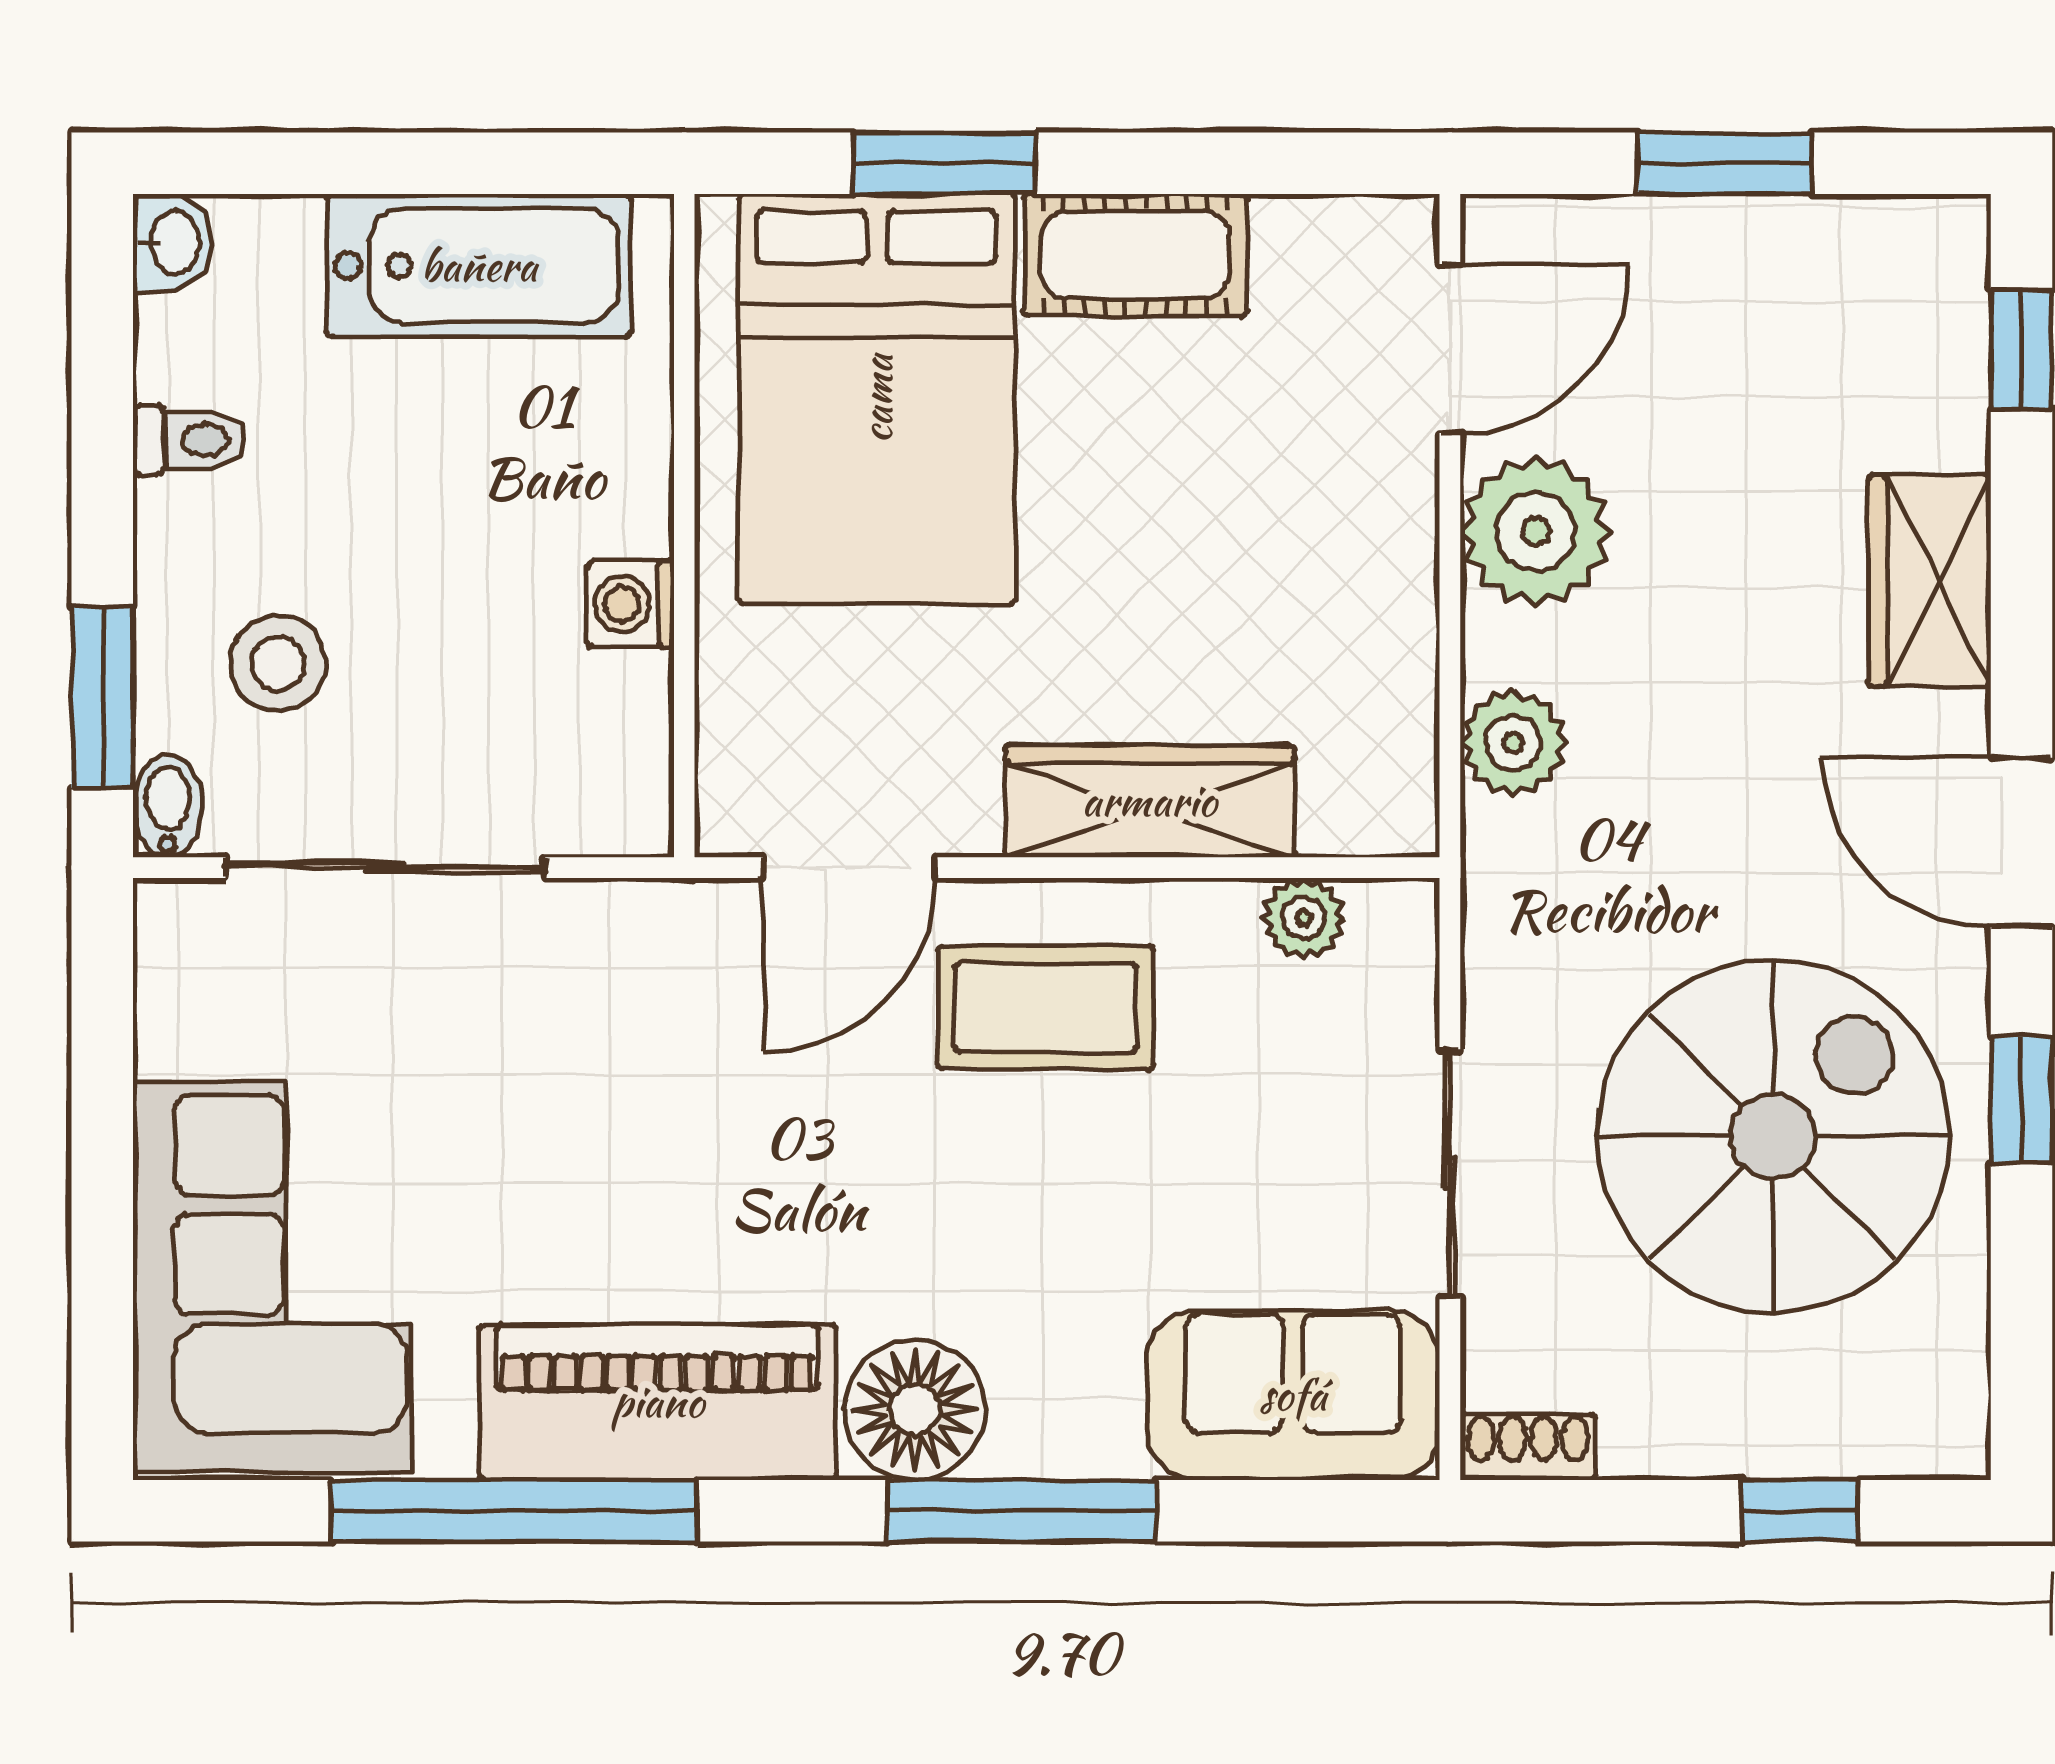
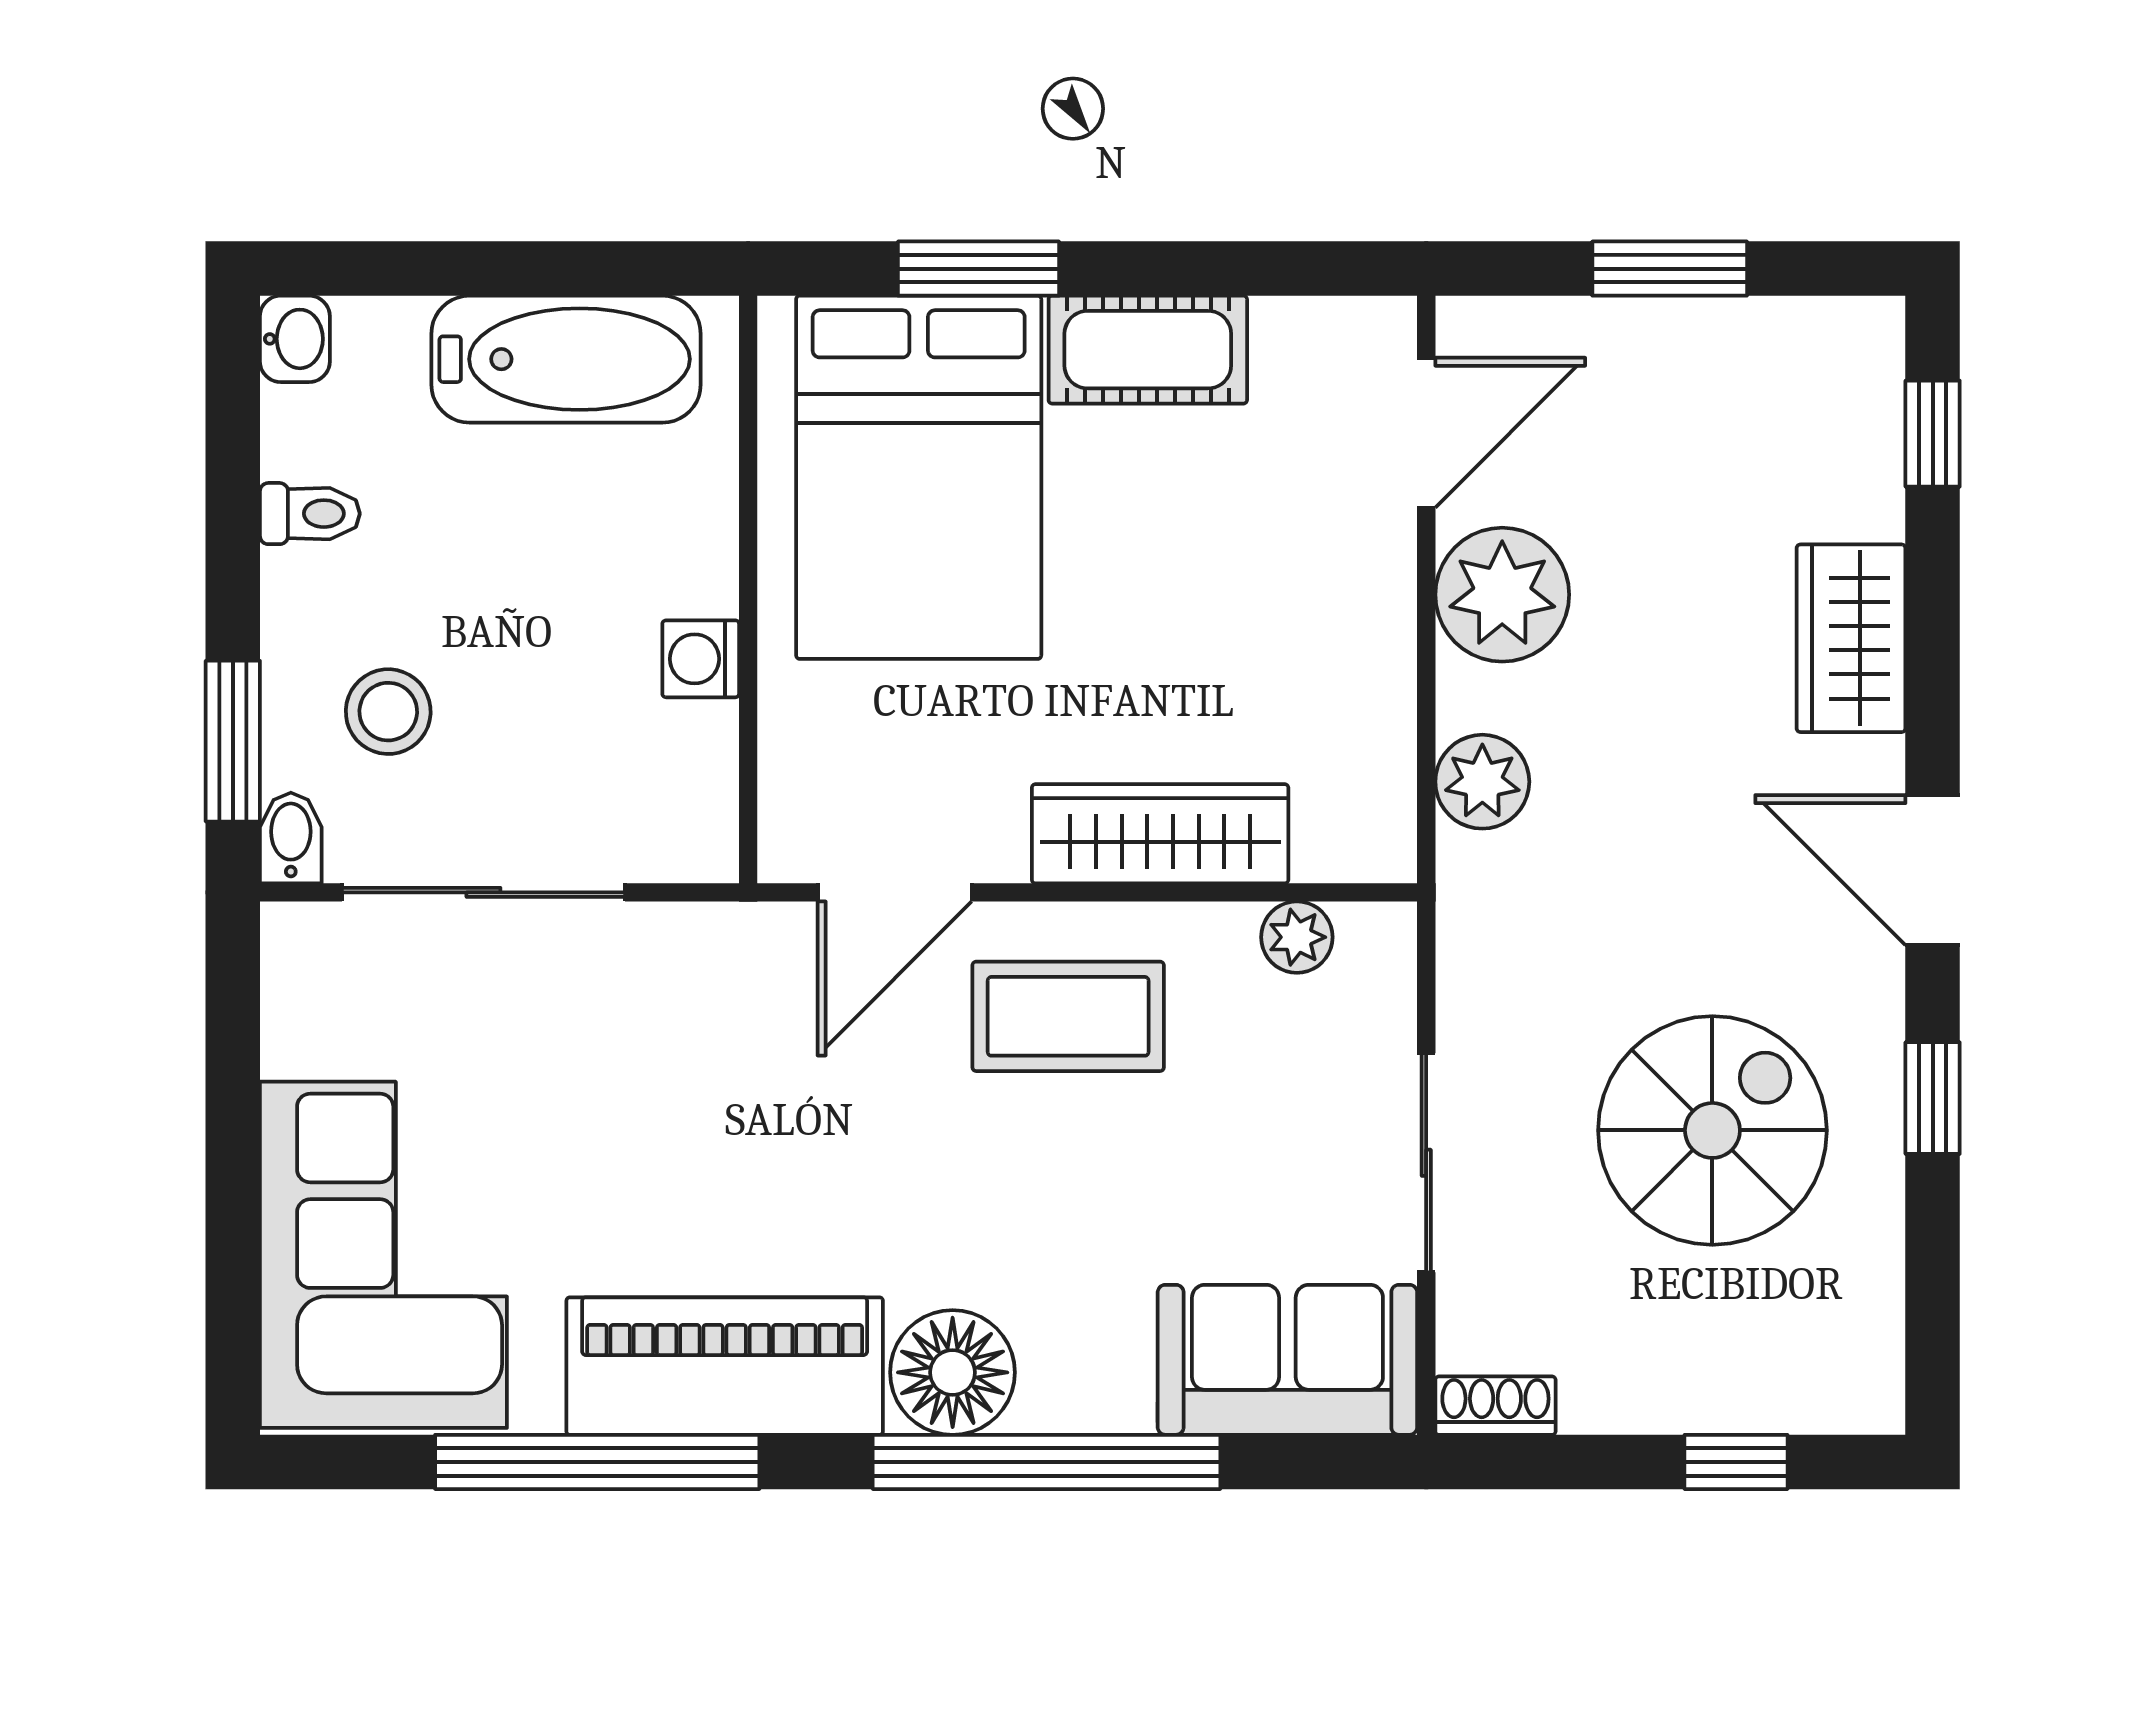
spiral stairs: (1773, 1136) -> (1712, 1130), width x0.73, depth x0.73
window: (1021, 1511) -> (1046, 1462), width x1.46

